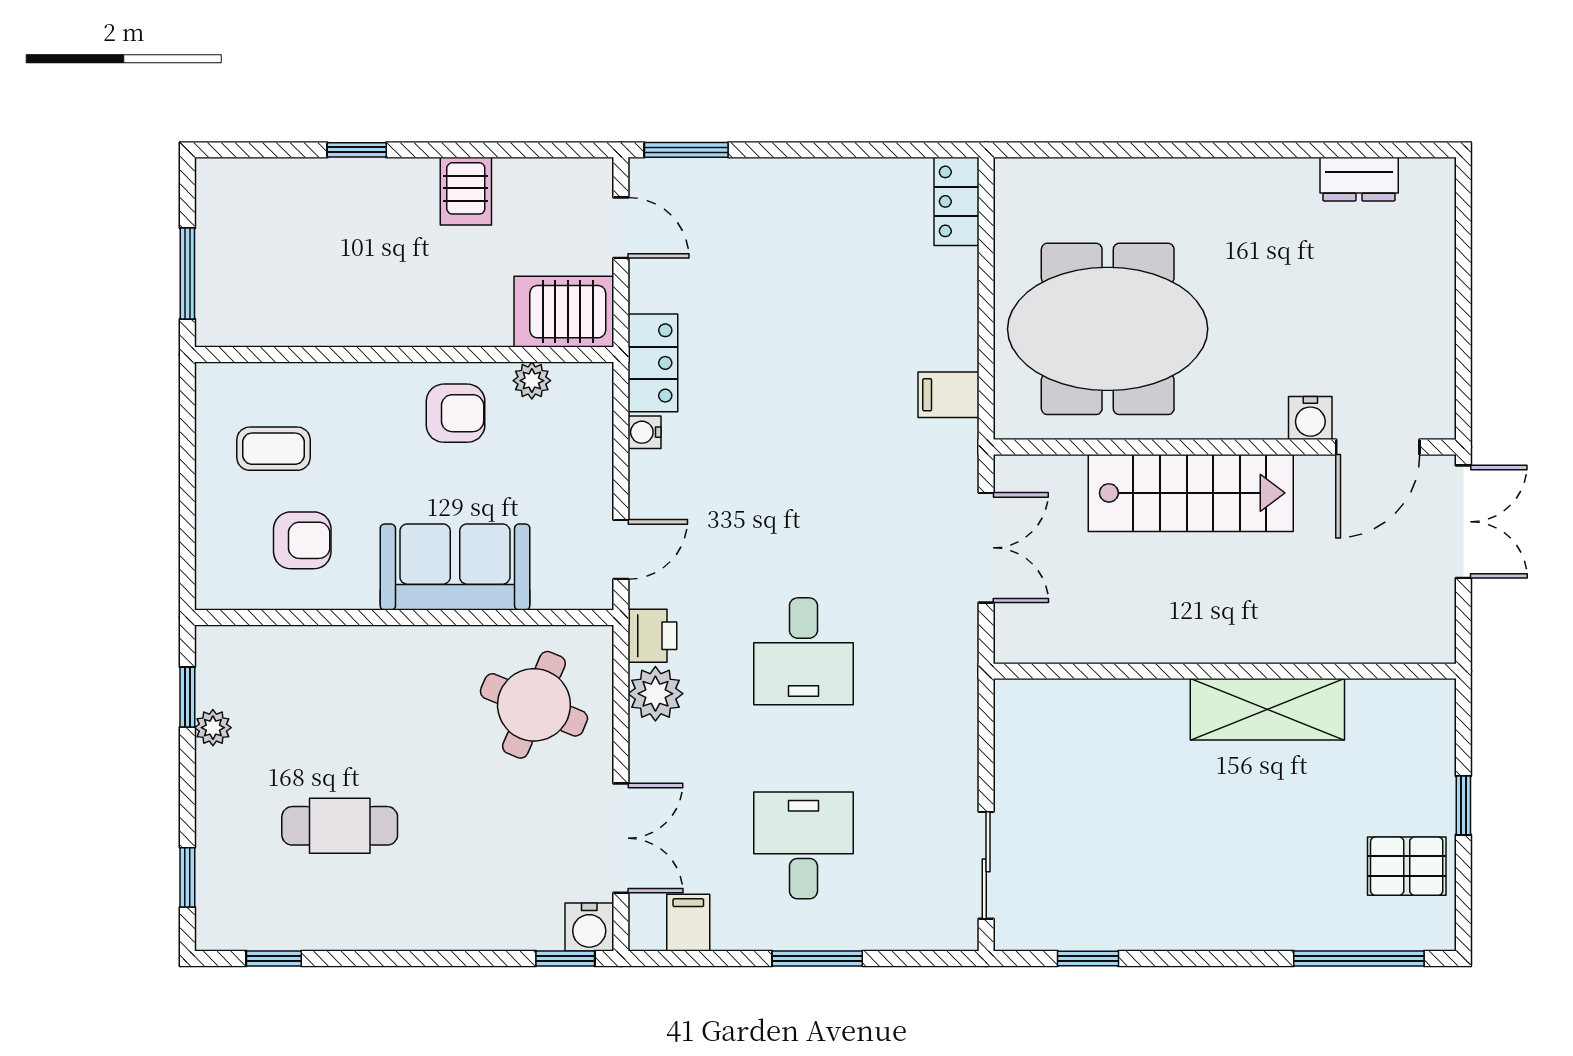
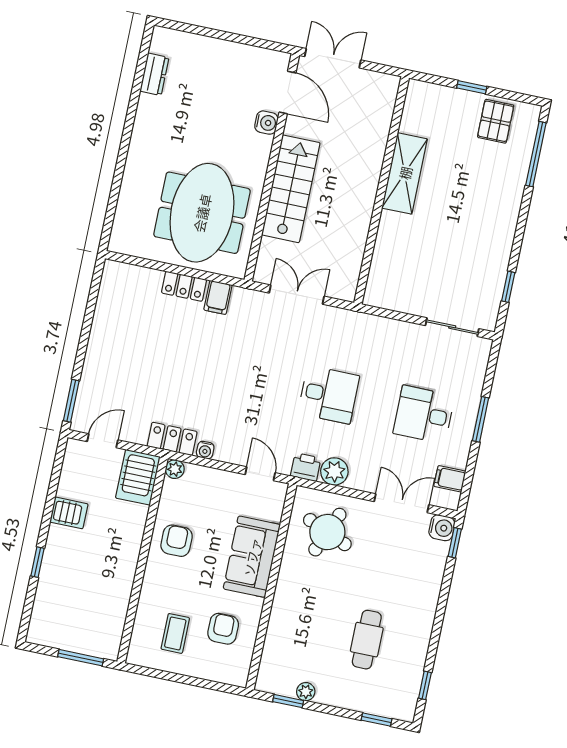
locker: (956, 201) -> (184, 286), moved
plant: (532, 381) -> (175, 469), moved

